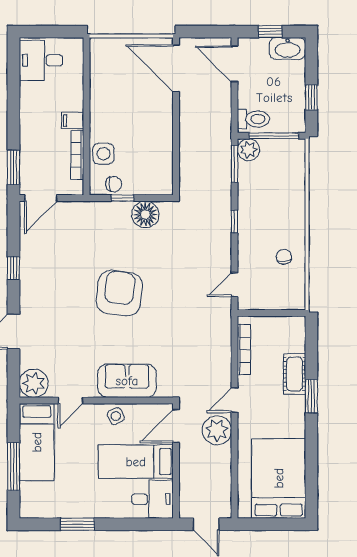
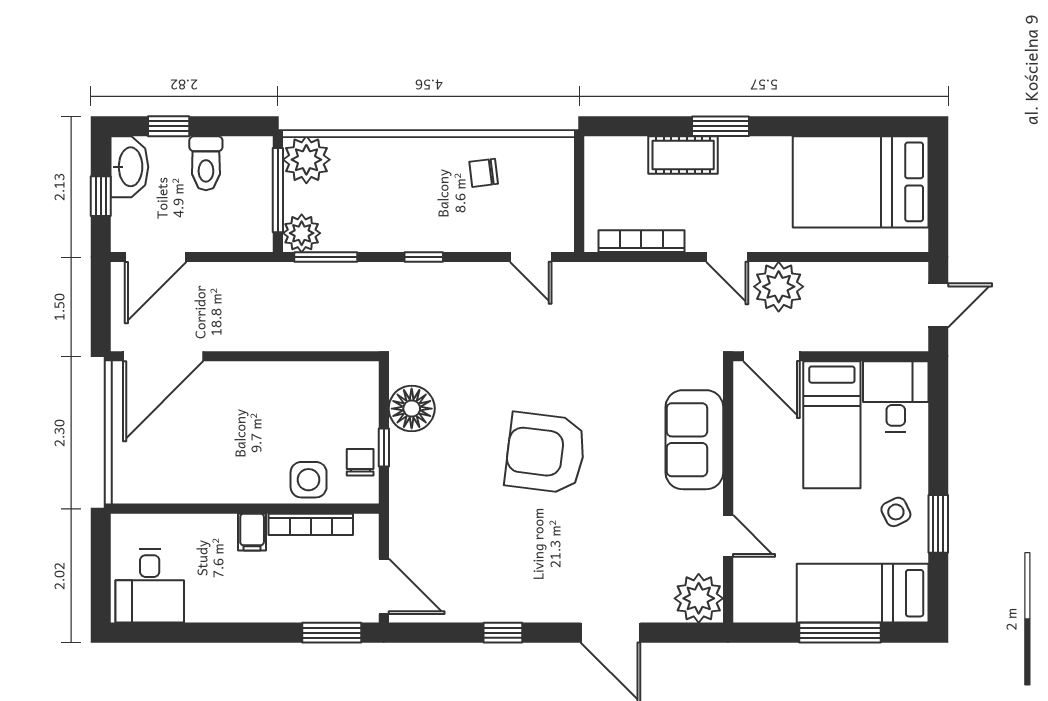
window: (311, 97) -> (169, 126), moved
toilet: (253, 119) -> (206, 163), moved, turned 180
plant: (292, 153) -> (306, 160), added
side table: (116, 416) -> (896, 512), moved
bed: (37, 442) -> (863, 593), moved, turned 180

